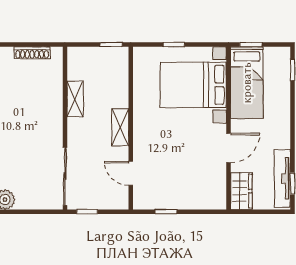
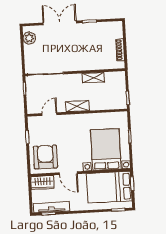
bed: (247, 83) -> (109, 187), width x1.50
armchair: (200, 184) -> (45, 157), added

